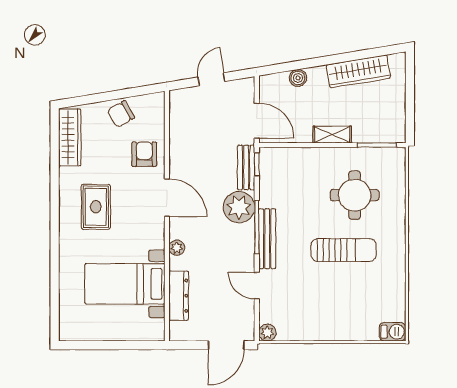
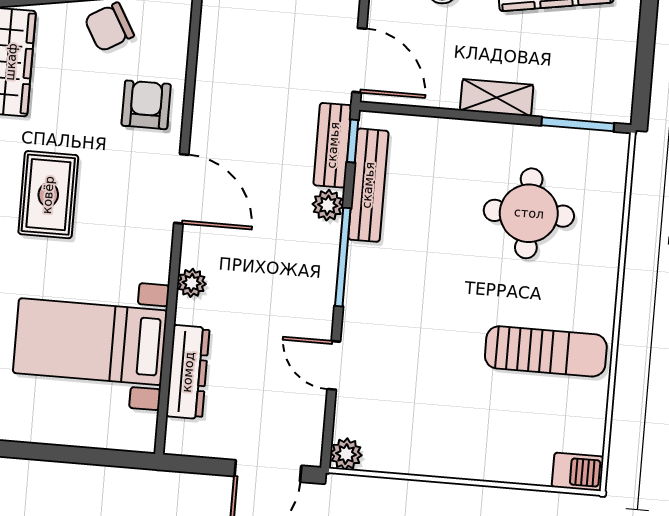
plant: (239, 207) -> (328, 205), width x0.53, depth x0.53
bench: (267, 239) -> (368, 185), moved
sun lounger: (344, 250) -> (546, 351), moved

